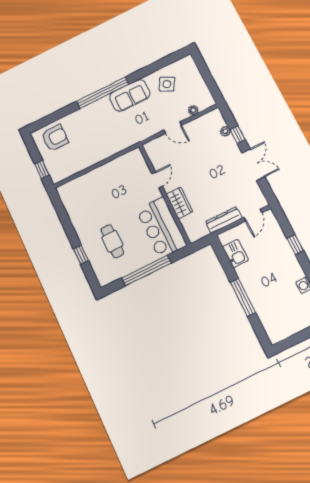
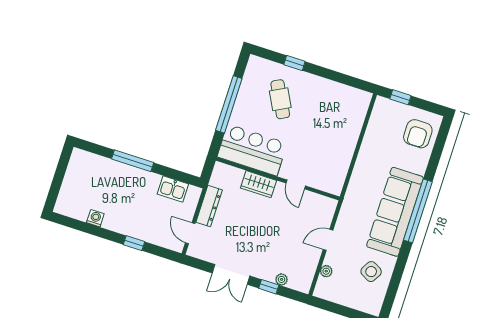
sofa: (130, 95) -> (395, 212), width x1.85, depth x1.27
cafe table: (112, 241) -> (280, 99), turned 62

